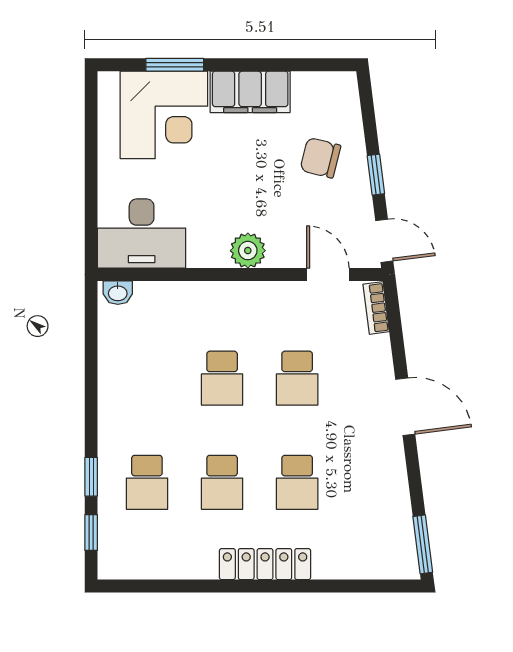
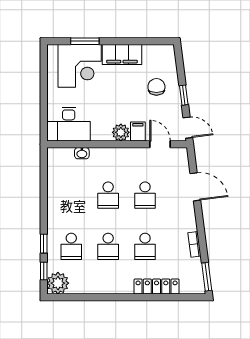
chair: (320, 158) -> (156, 87), turned 76
filing cabinet: (283, 249) -> (138, 132), added
washbasin: (118, 293) -> (82, 153), moved
bookcase: (376, 308) -> (194, 244), moved
door: (405, 407) -> (195, 187), moved
plant: (120, 557) -> (58, 283), added
locker: (265, 564) -> (157, 286), moved

